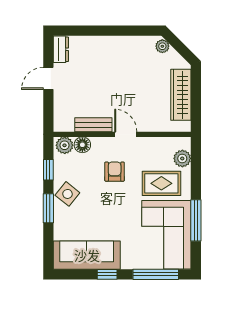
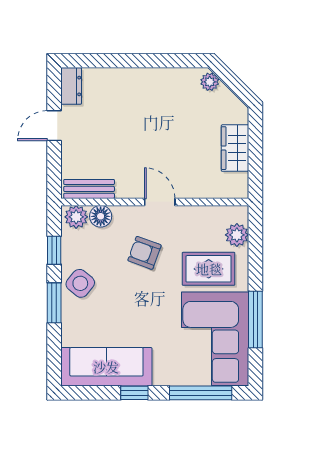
wardrobe: (181, 95) -> (235, 148), width x0.67
bench: (93, 125) -> (89, 189), moved
armchair: (115, 172) -> (144, 253), turned -70

